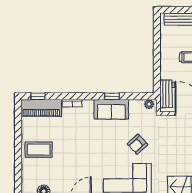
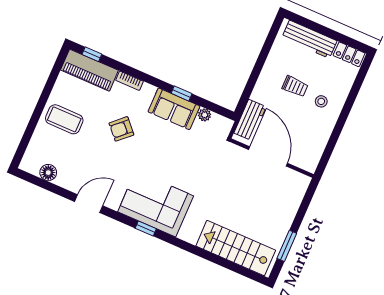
plant: (149, 104) -> (205, 115), moved
armchair: (137, 144) -> (121, 129), moved

